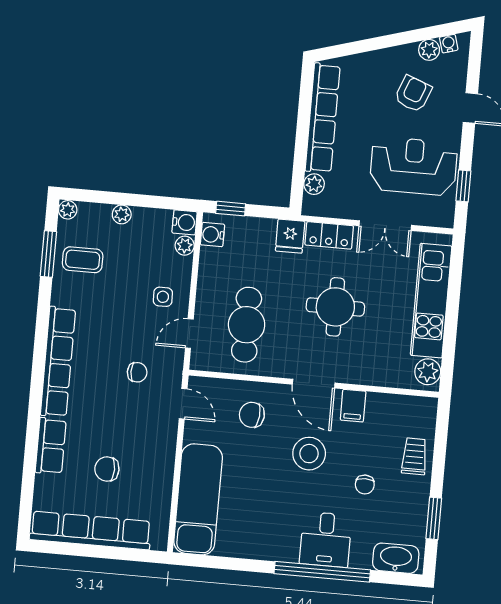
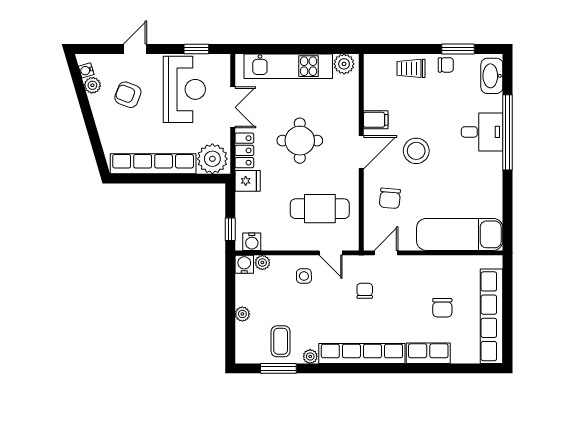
reception desk: (414, 166) -> (184, 89), turned 180
plant: (314, 184) -> (212, 159), width x1.88, depth x1.88
plant: (68, 210) -> (310, 356), moved
chair: (365, 485) -> (446, 65), moved

